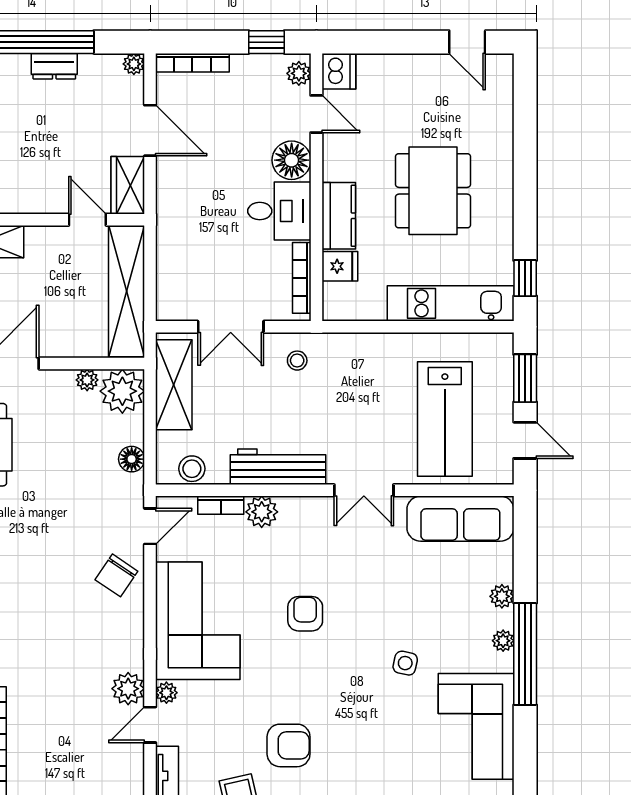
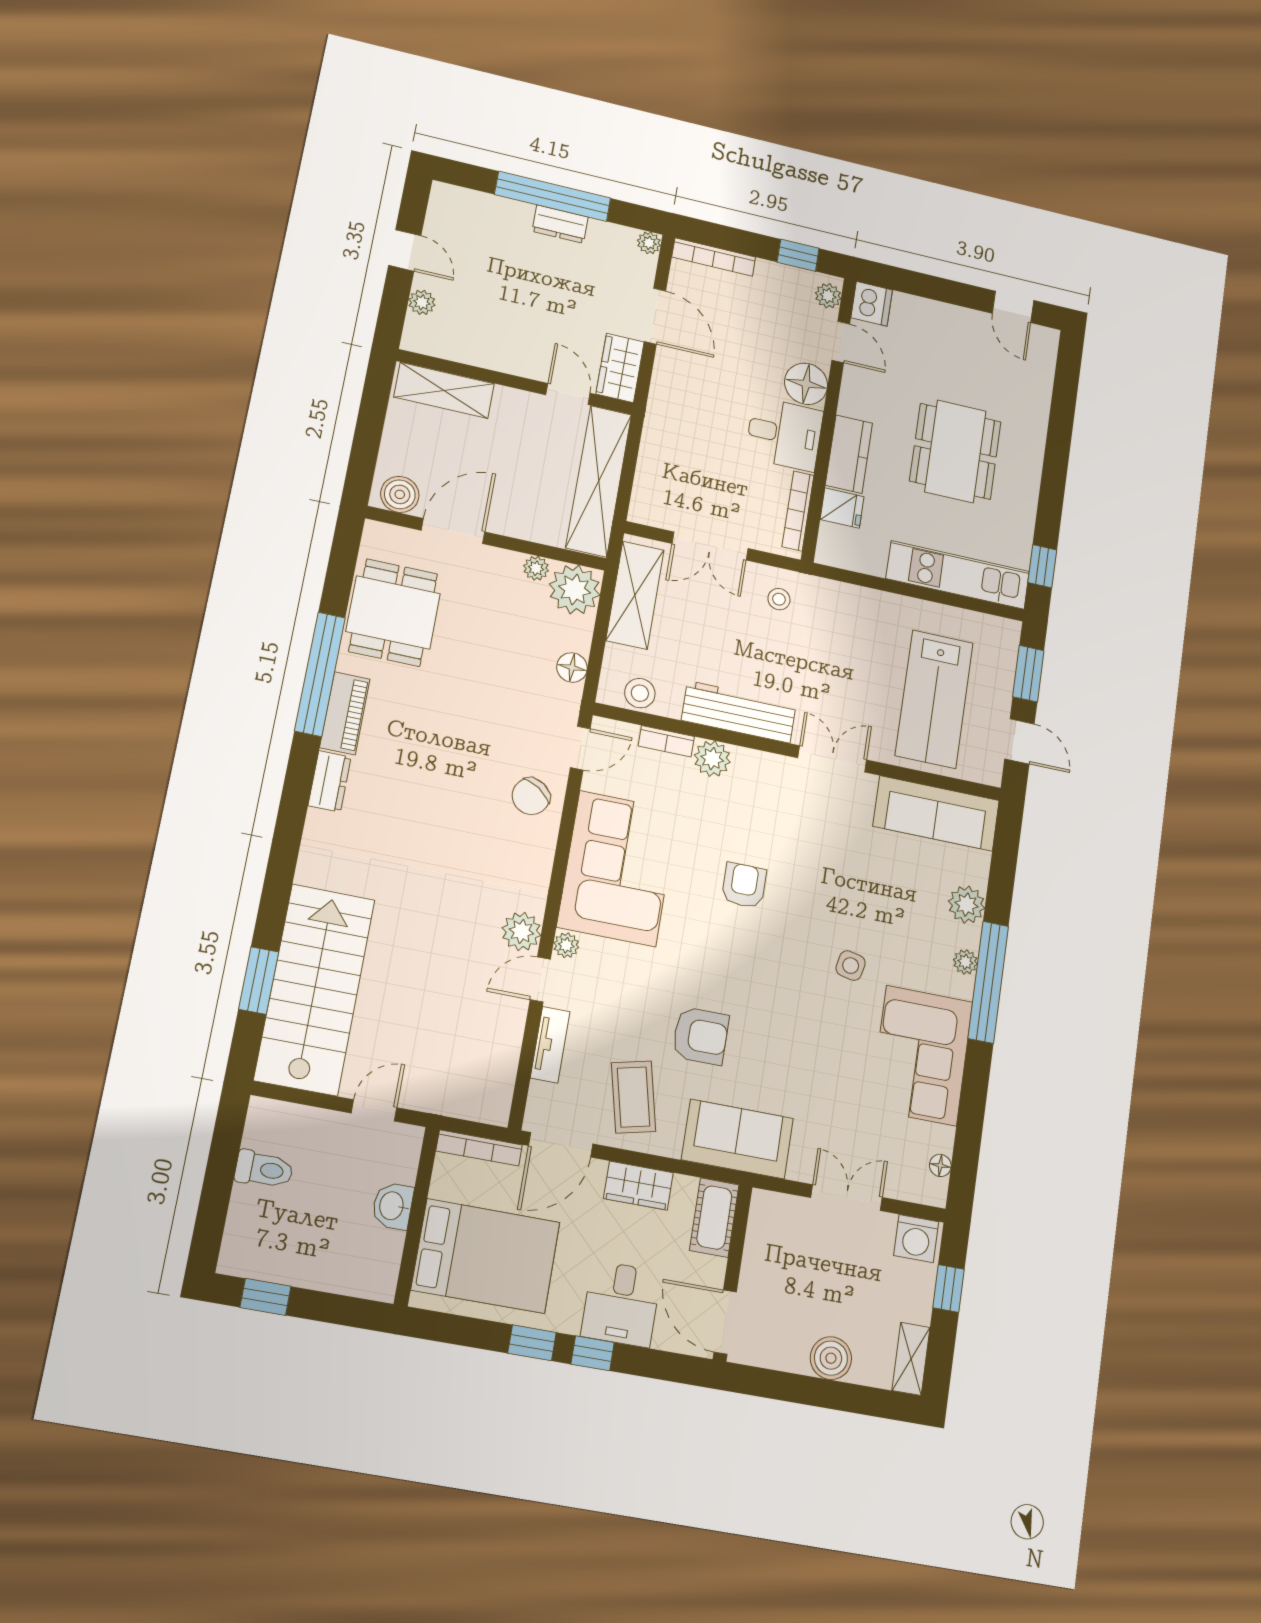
double door: (364, 490) -> (832, 759), swing flipped
plant: (502, 596) -> (967, 905), width x1.38, depth x1.38

